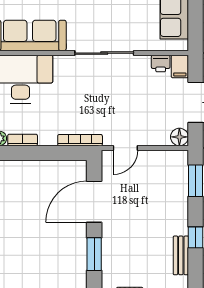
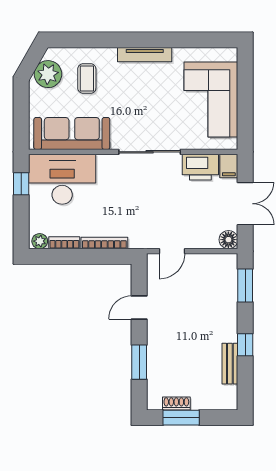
printer: (161, 64) -> (200, 167), width x1.87, depth x1.48
bookcase: (80, 140) -> (104, 243), moved
door: (94, 202) -> (139, 307), width x0.53

